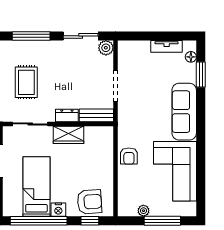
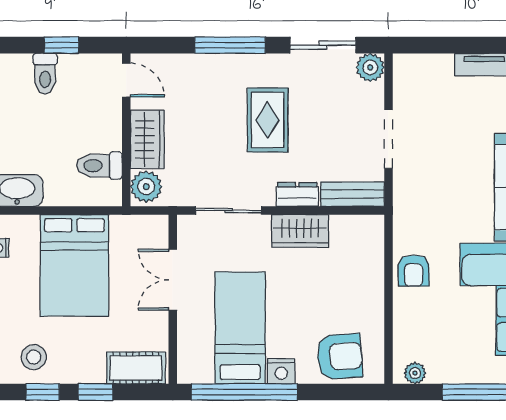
rug: (26, 82) -> (268, 120), moved
plant: (143, 211) -> (415, 373), moved
window: (90, 221) -> (340, 392), removed

